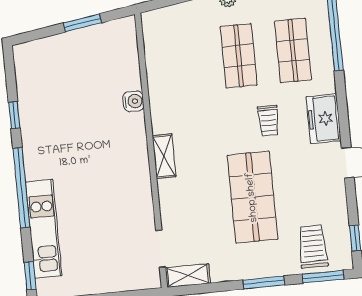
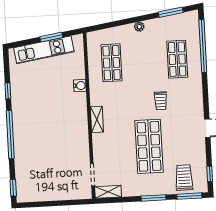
shop shelf: (239, 56) -> (112, 63), moved
freezer: (324, 119) -> (194, 101), removed
kitchen unit: (44, 229) -> (44, 50), moved, turned 81

